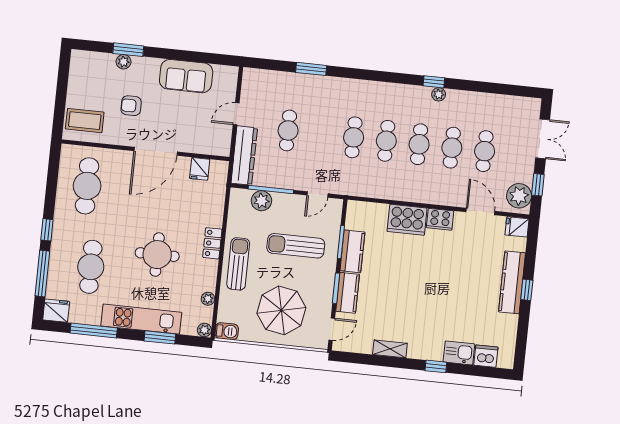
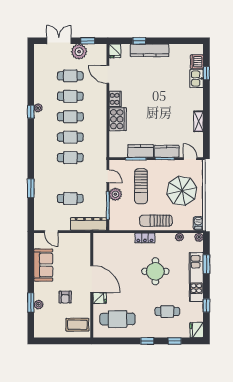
door: (236, 114) -> (51, 232), moved
coffee table: (85, 121) -> (77, 325), turned 90
fridge: (200, 169) -> (100, 298), moved
plant: (519, 196) -> (79, 52), moved
plant: (261, 201) -> (115, 194), moved
door: (480, 212) -> (108, 74), hinge flipped
cafe table: (91, 267) -> (167, 311), width x0.73, depth x0.74
window: (42, 274) -> (175, 341), width x0.46
window: (527, 290) -> (139, 41), moved
window: (94, 331) -> (206, 306), width x0.46
window: (436, 366) -> (206, 73), moved

